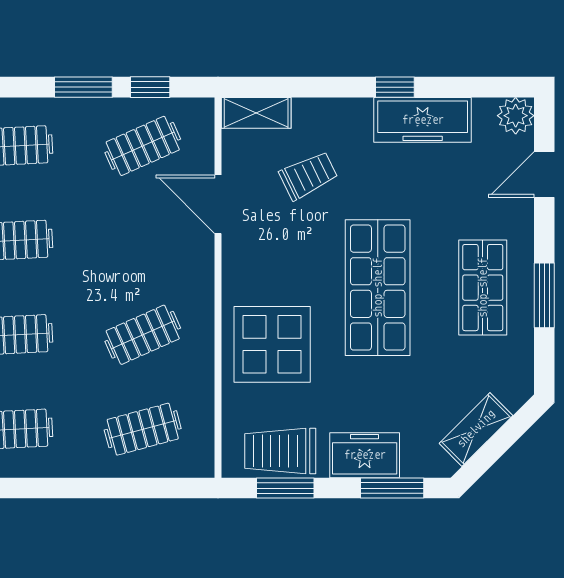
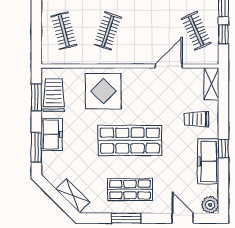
trolley: (308, 175) -> (197, 119), moved, turned 116
clothes rail: (143, 335) -> (108, 31), turned 42
shelving: (476, 429) -> (73, 196), moved

